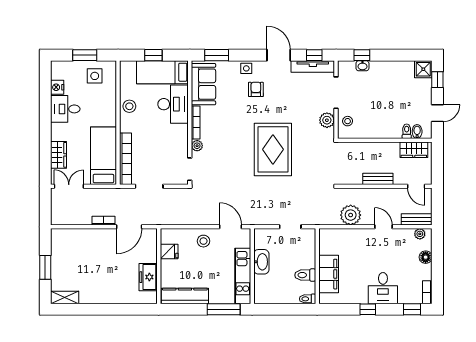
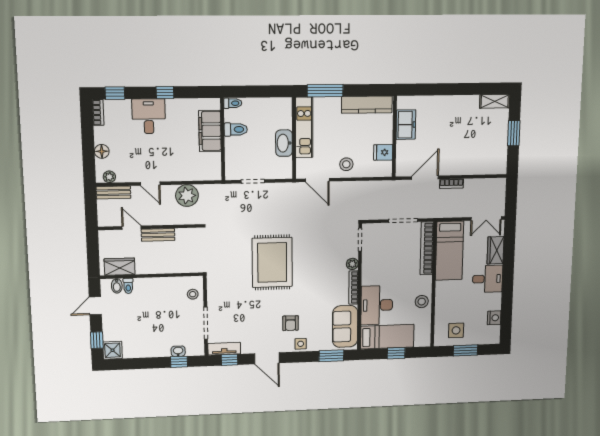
tv unit: (313, 66) -> (224, 349), width x0.71
desk: (65, 109) -> (488, 279), moved
plant: (327, 120) -> (215, 294), removed
door: (416, 186) -> (132, 228), moved

